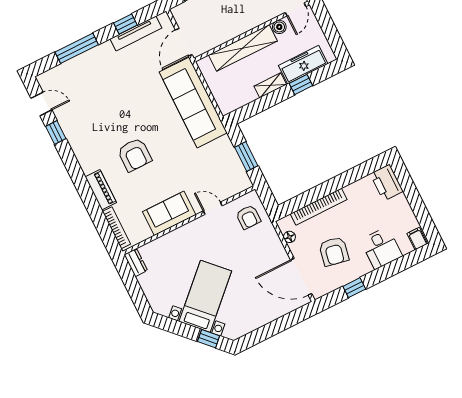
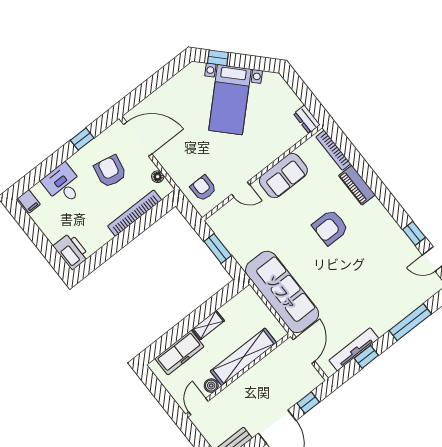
window: (301, 85) -> (178, 332), removed
armchair: (134, 155) -> (330, 227), turned -90

